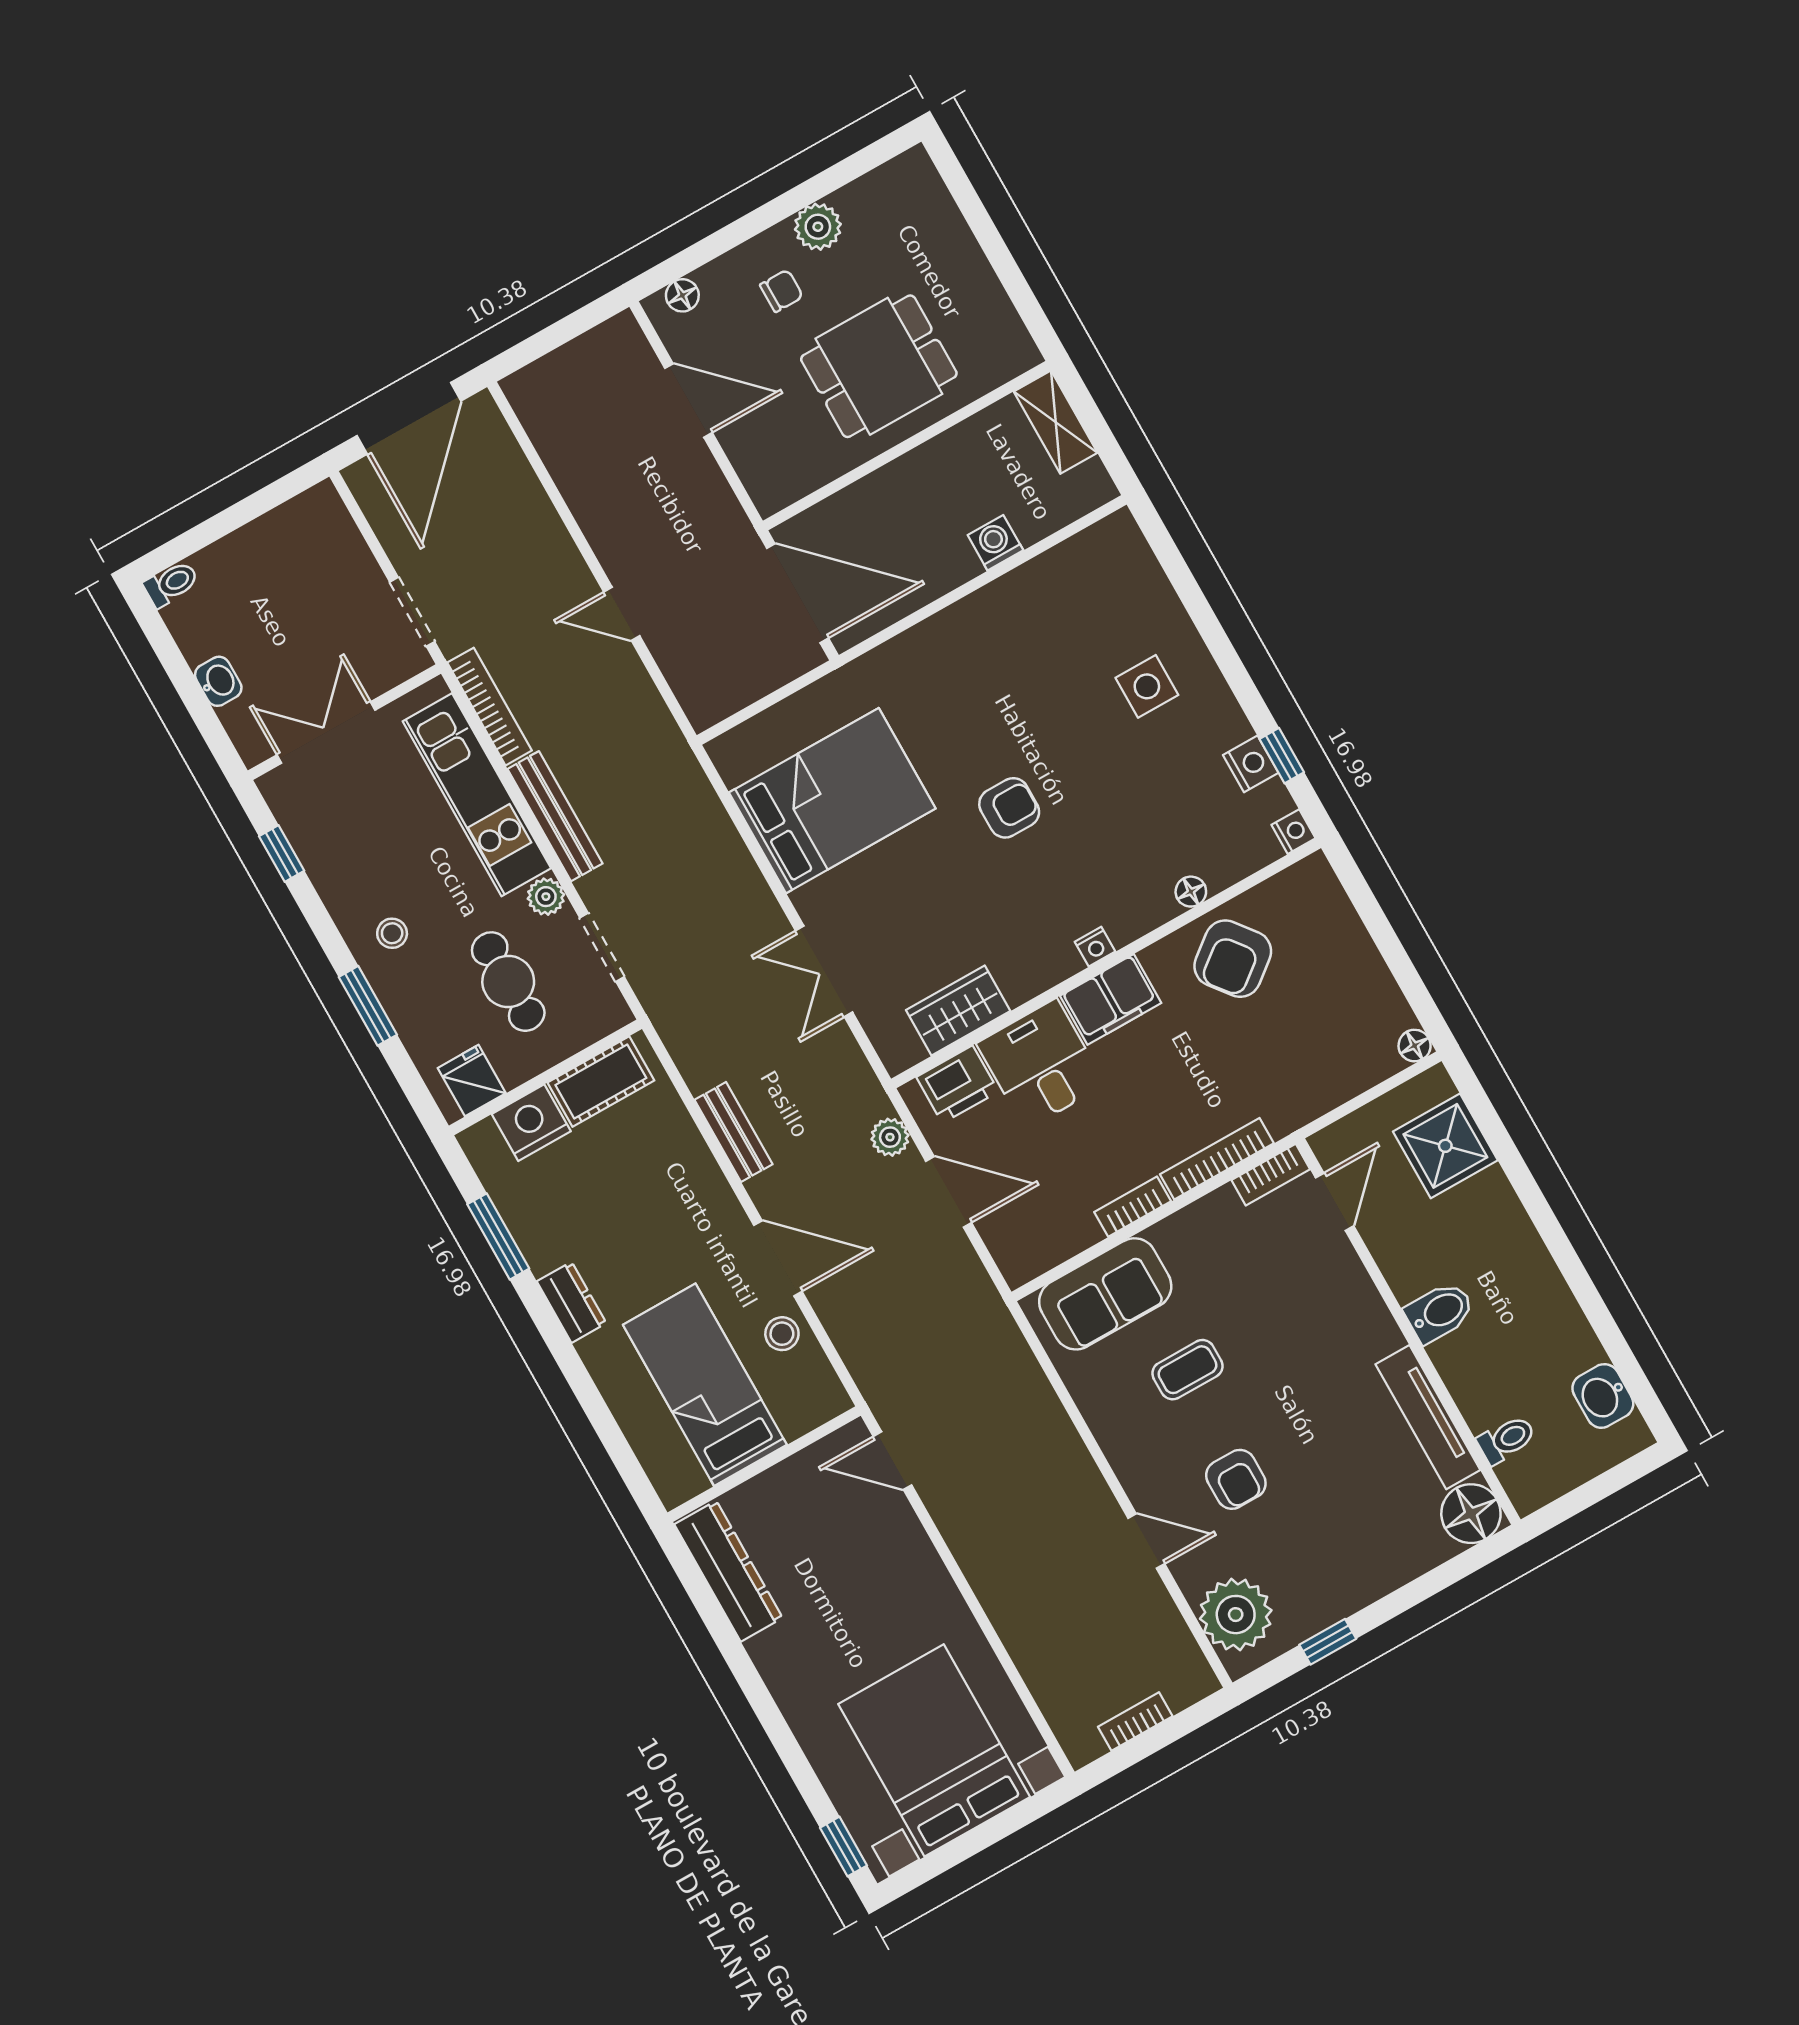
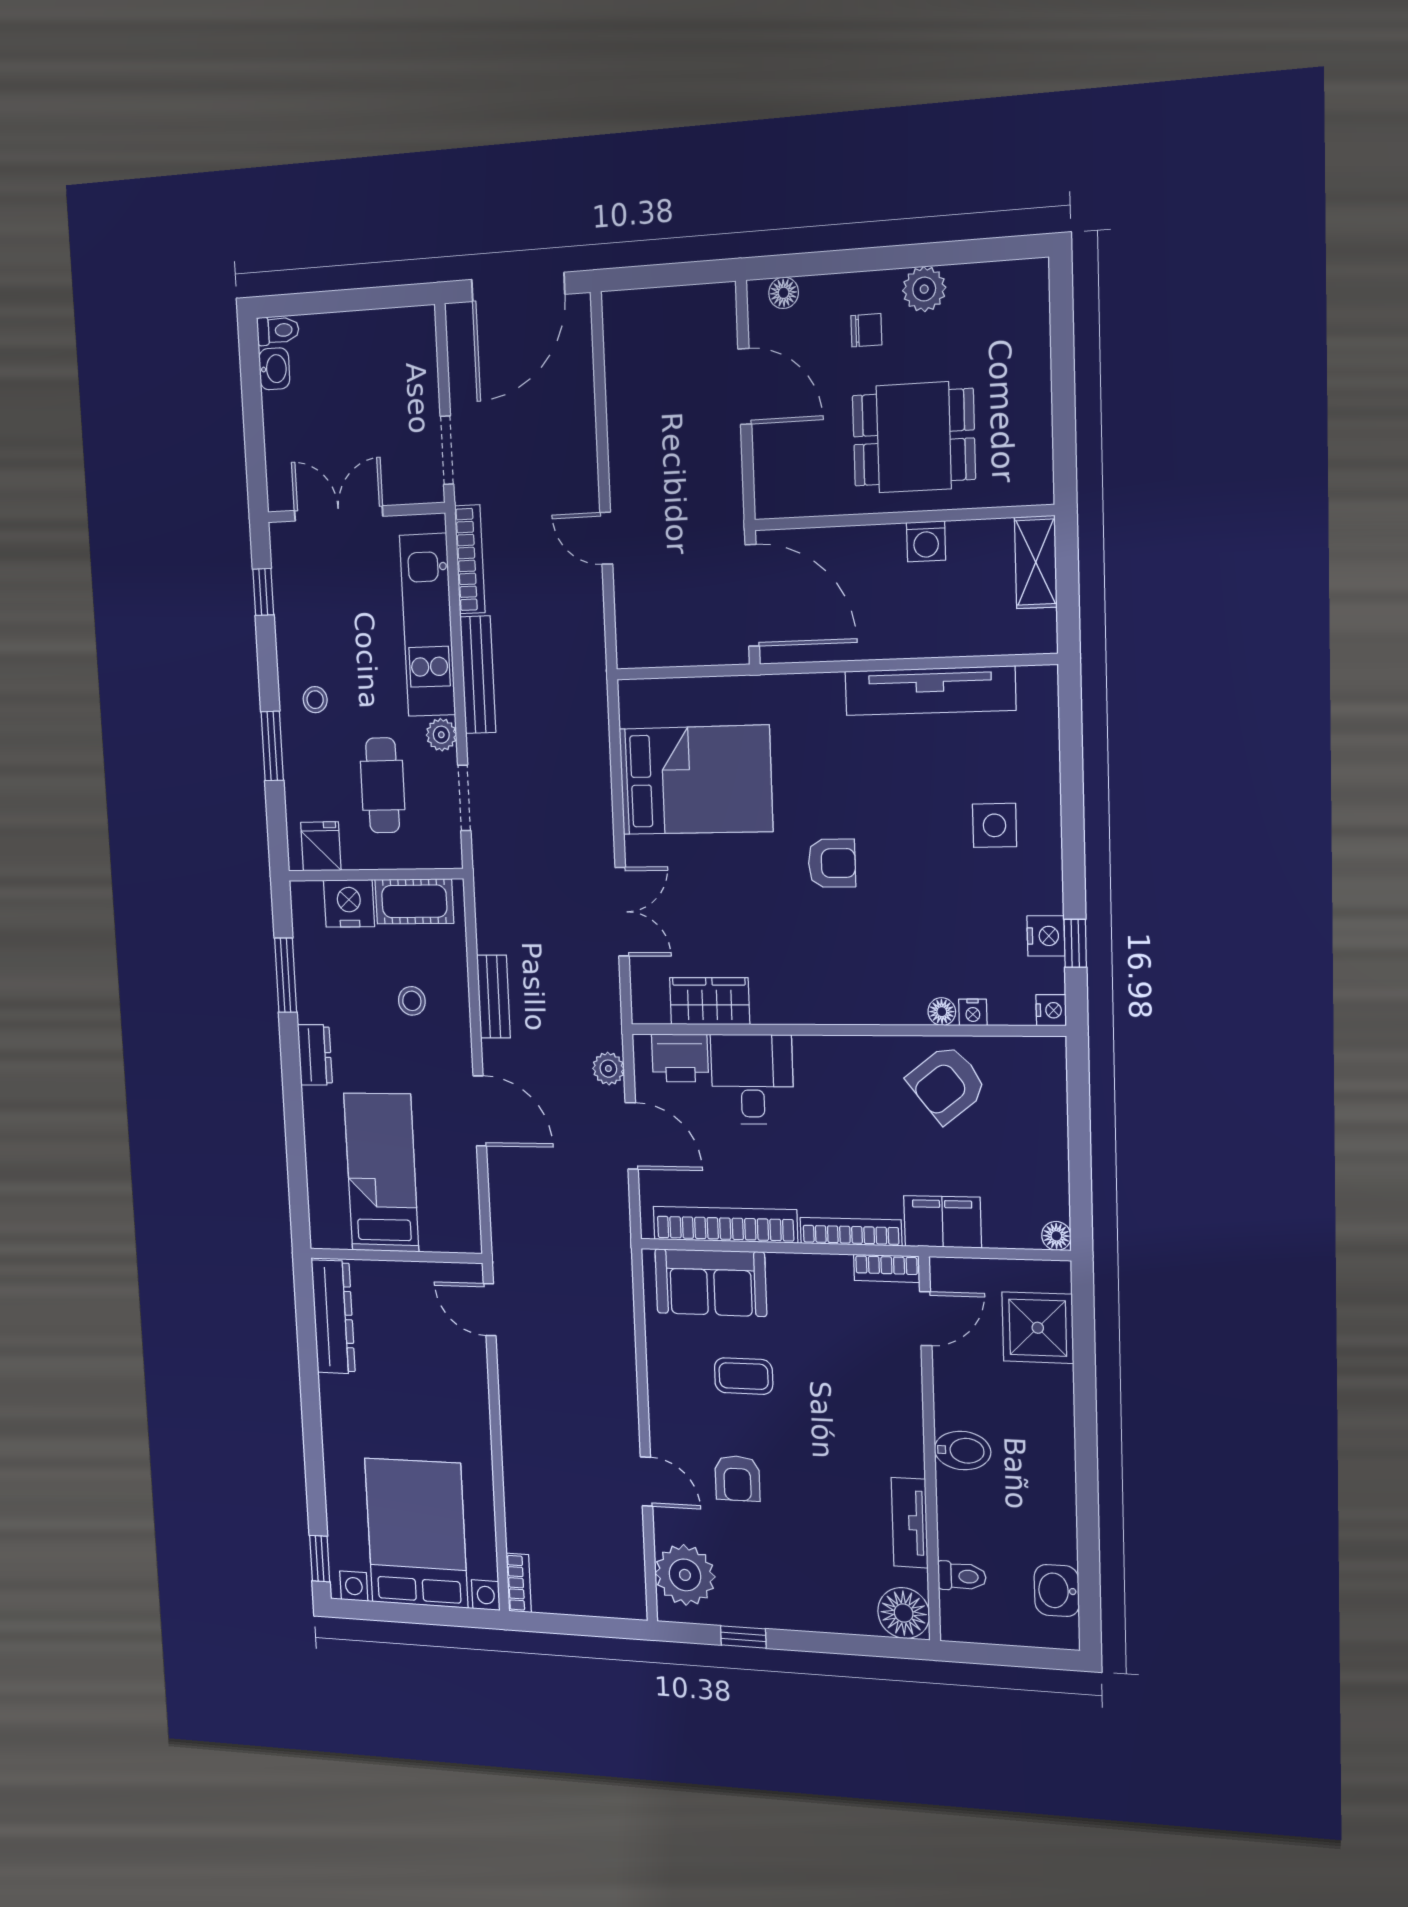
washing machine: (995, 543) -> (926, 541), moved, turned 180
tv unit: (1018, 593) -> (930, 691), added
washbasin: (218, 681) -> (274, 369), moved
nightstand: (1095, 947) -> (973, 1012), moved
double door: (824, 971) -> (622, 912), swing flipped
filing cabinet: (1111, 999) -> (943, 1222), moved, turned 180
bookcase: (1133, 1207) -> (725, 1225), width x2.31, depth x1.31
stool: (782, 1334) -> (412, 1001), moved
tv unit: (1428, 1417) -> (910, 1523), width x0.71
bookcase: (1135, 1721) -> (519, 1583), moved, turned 90

